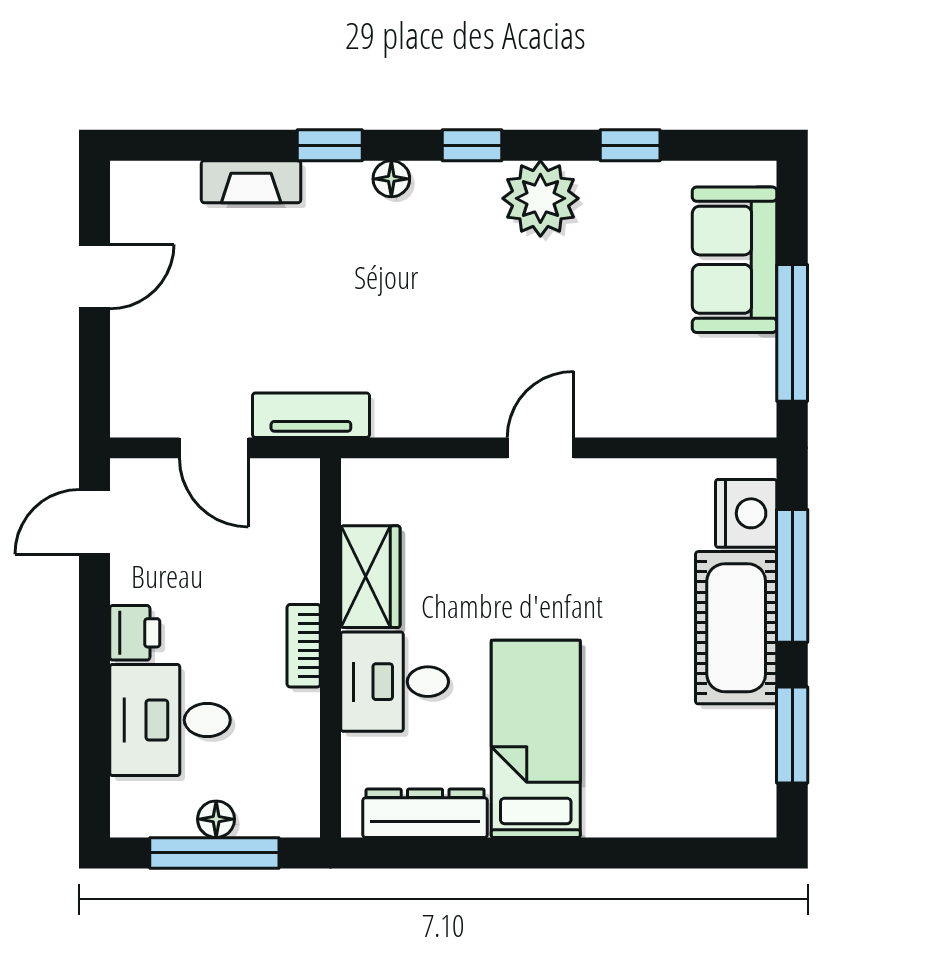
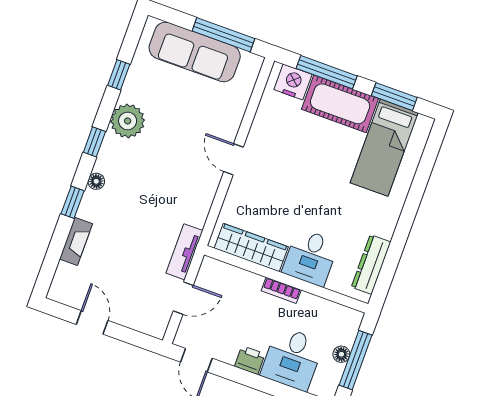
sofa: (735, 260) -> (195, 52), width x1.36
wardrobe: (370, 577) -> (251, 247), width x1.50
bed: (536, 739) -> (384, 148), moved, turned -90

